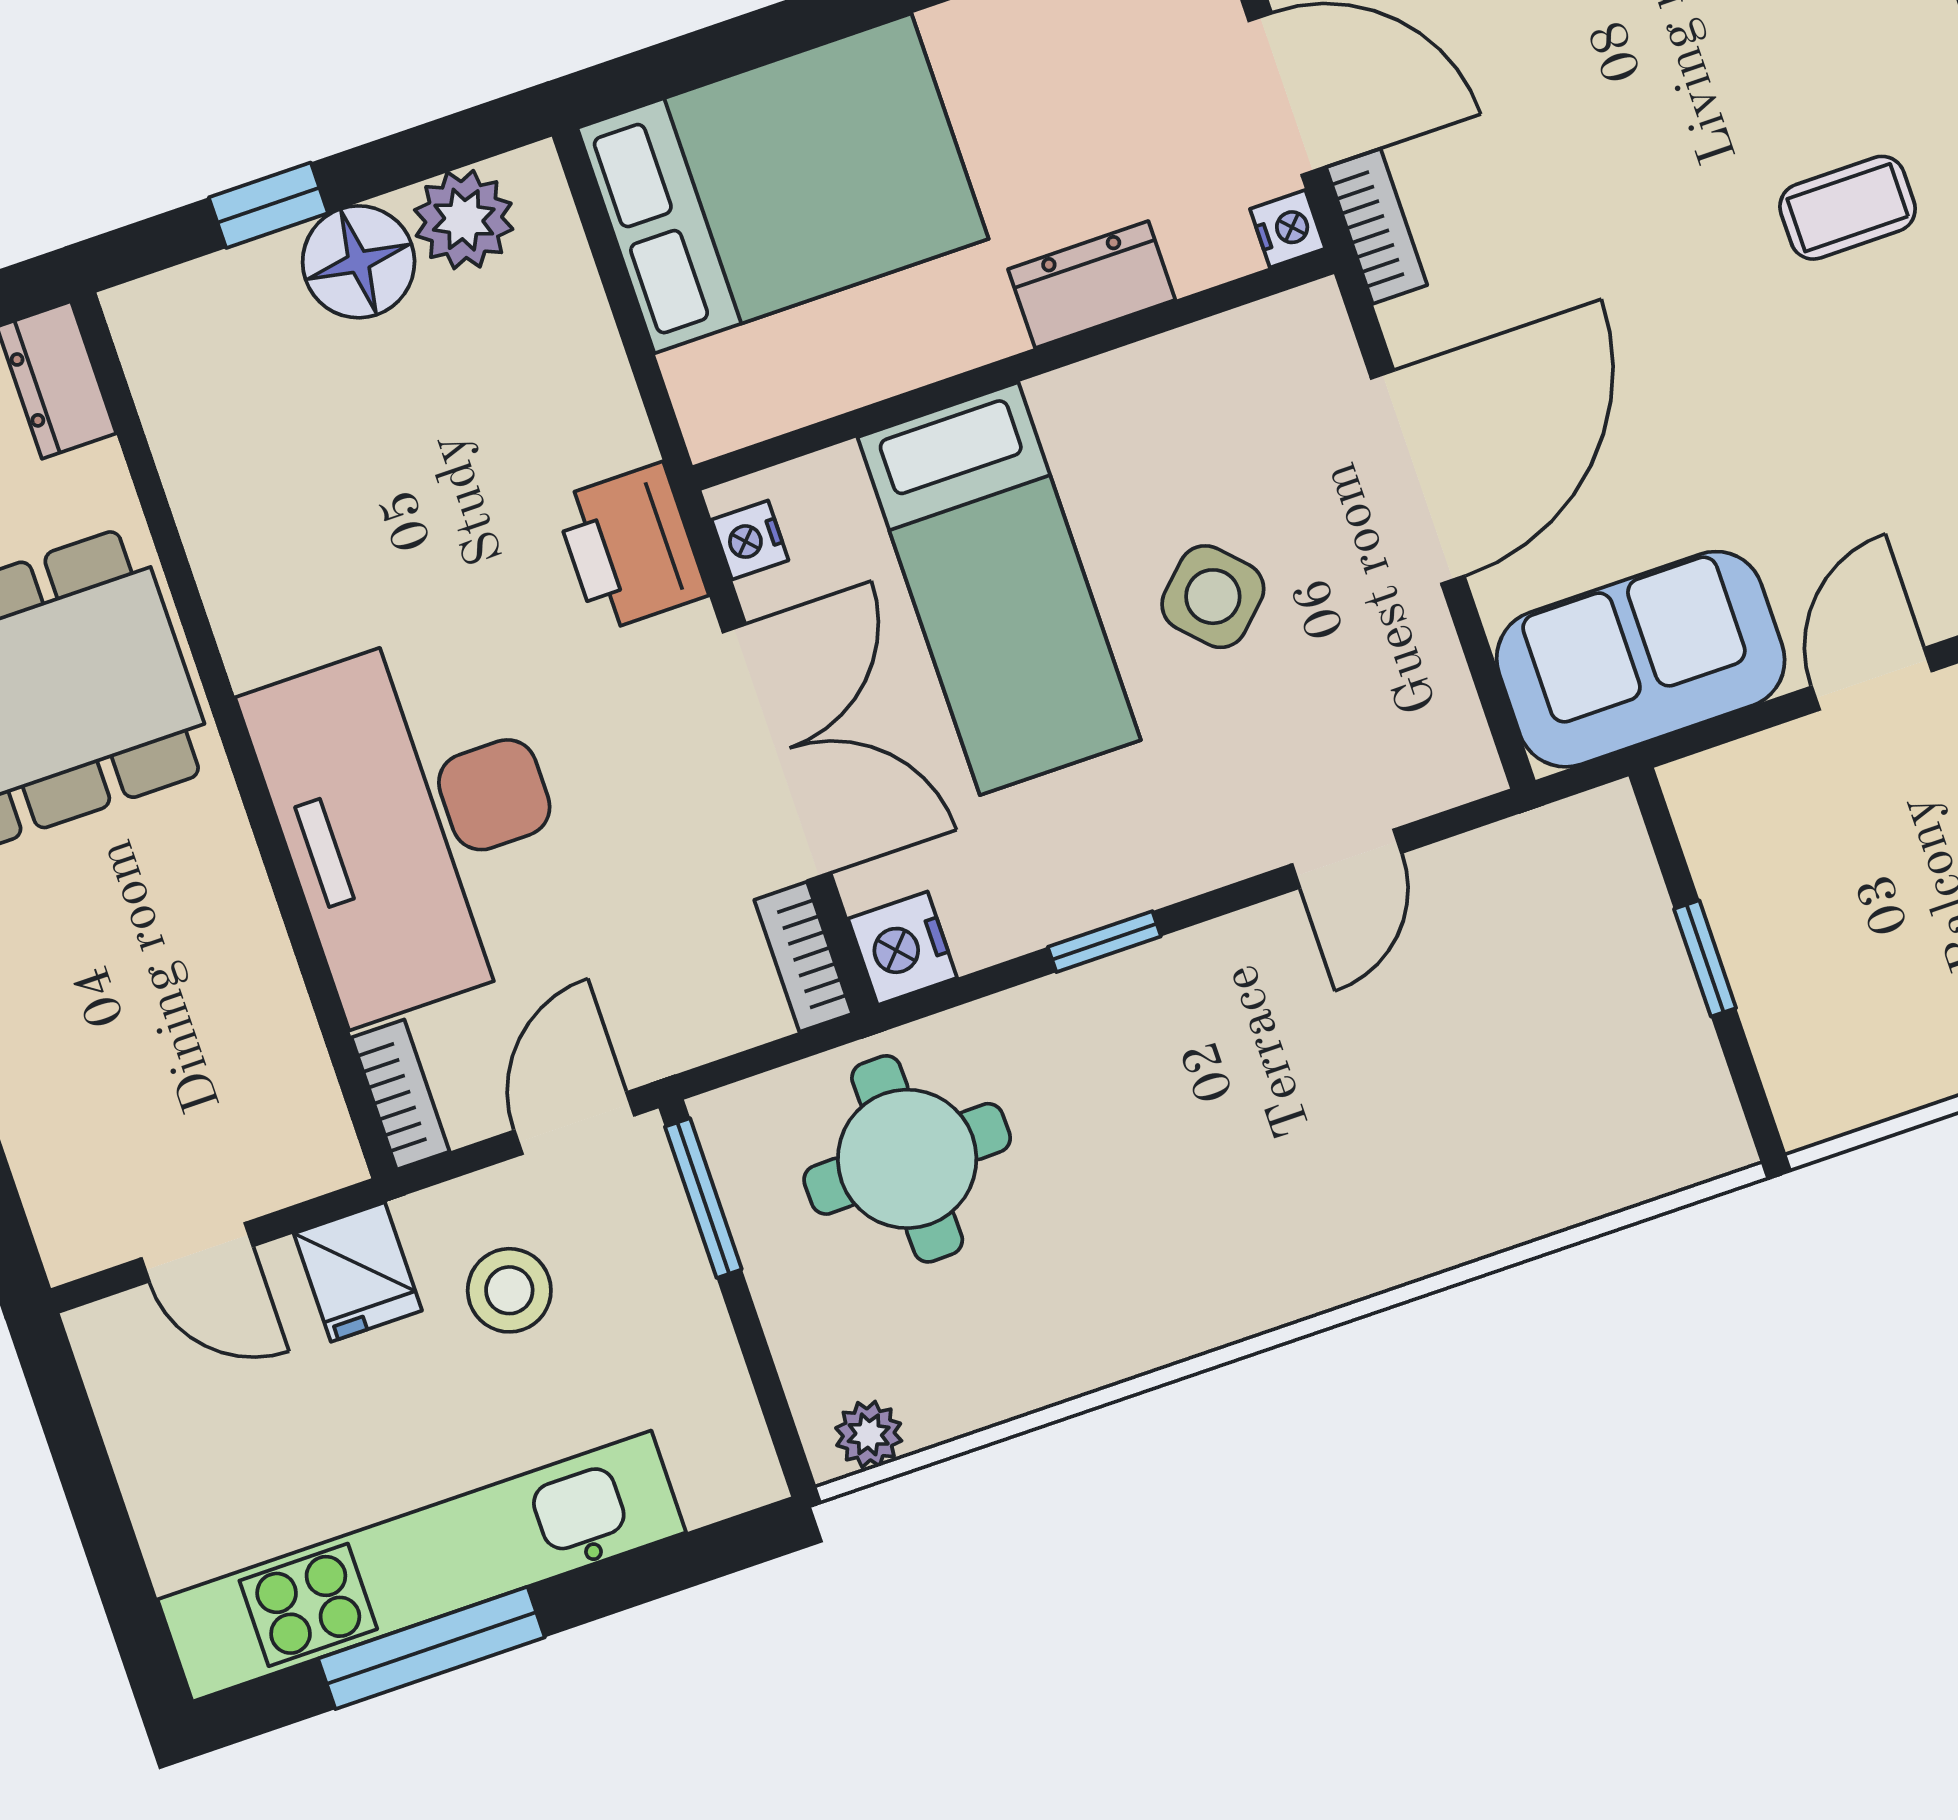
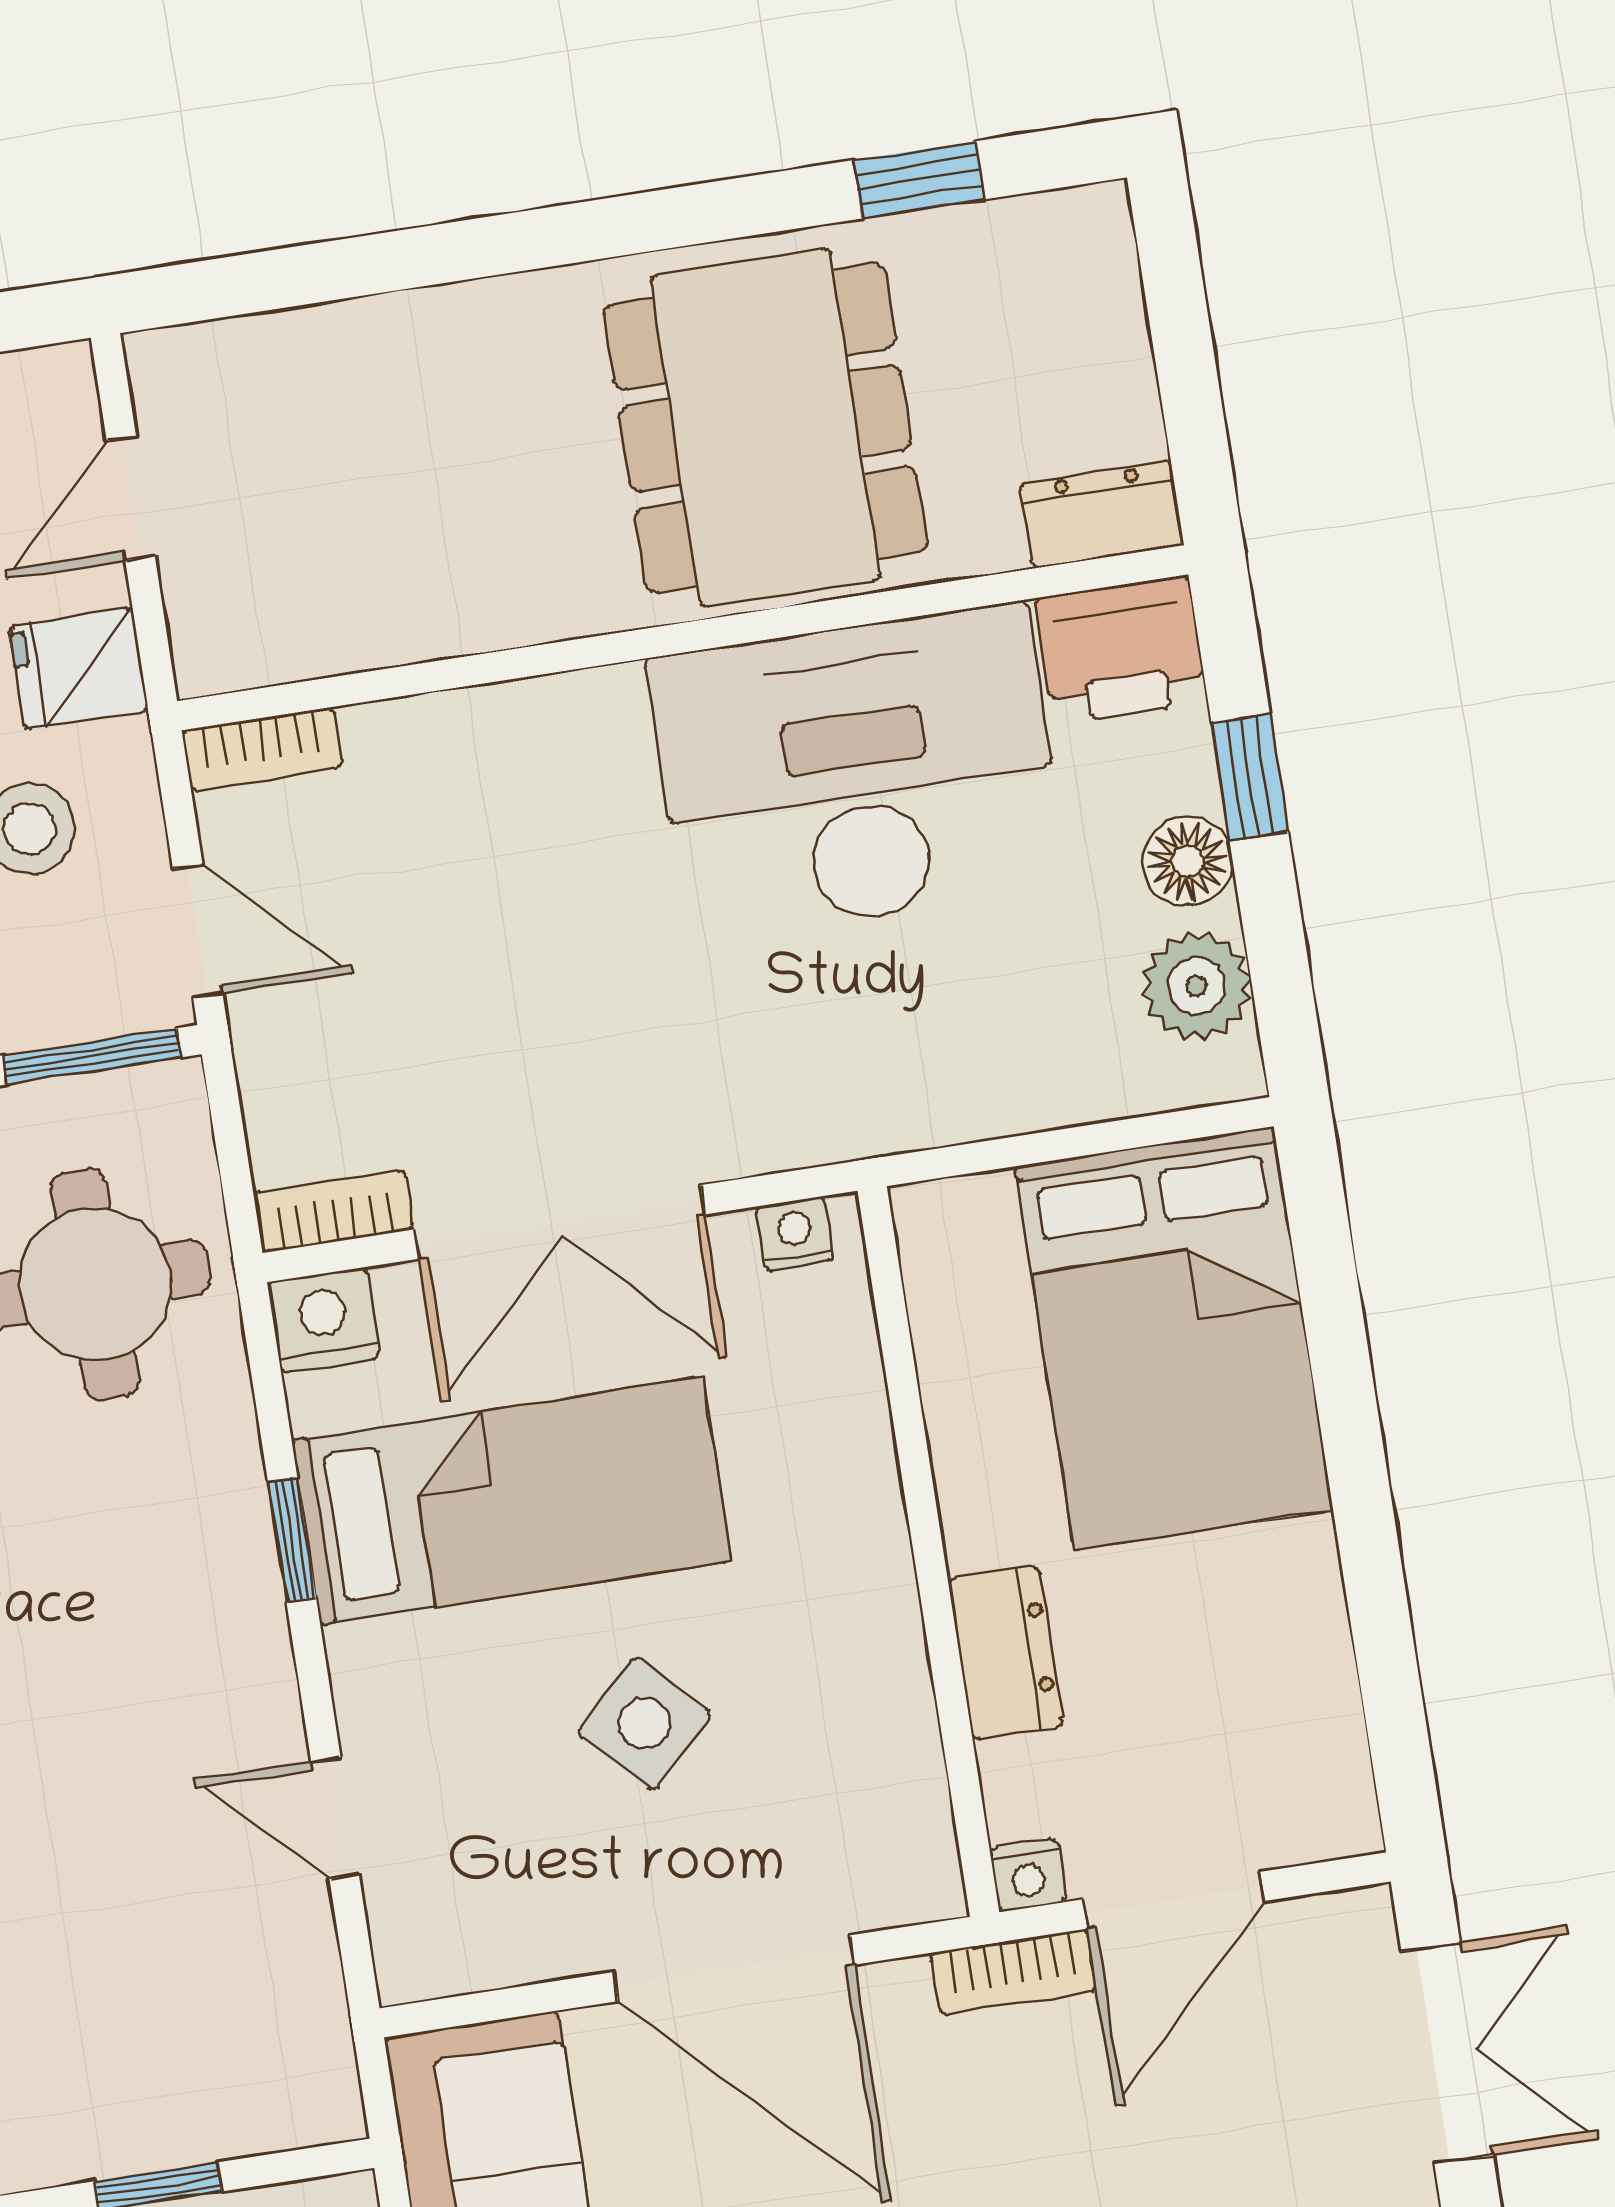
floor lamp: (359, 262) -> (1188, 861), width x0.73, depth x0.73
printer: (631, 547) -> (1121, 650), moved, turned 180
bed: (999, 589) -> (511, 1501), moved, turned 180
desk: (417, 821) -> (858, 772), moved

